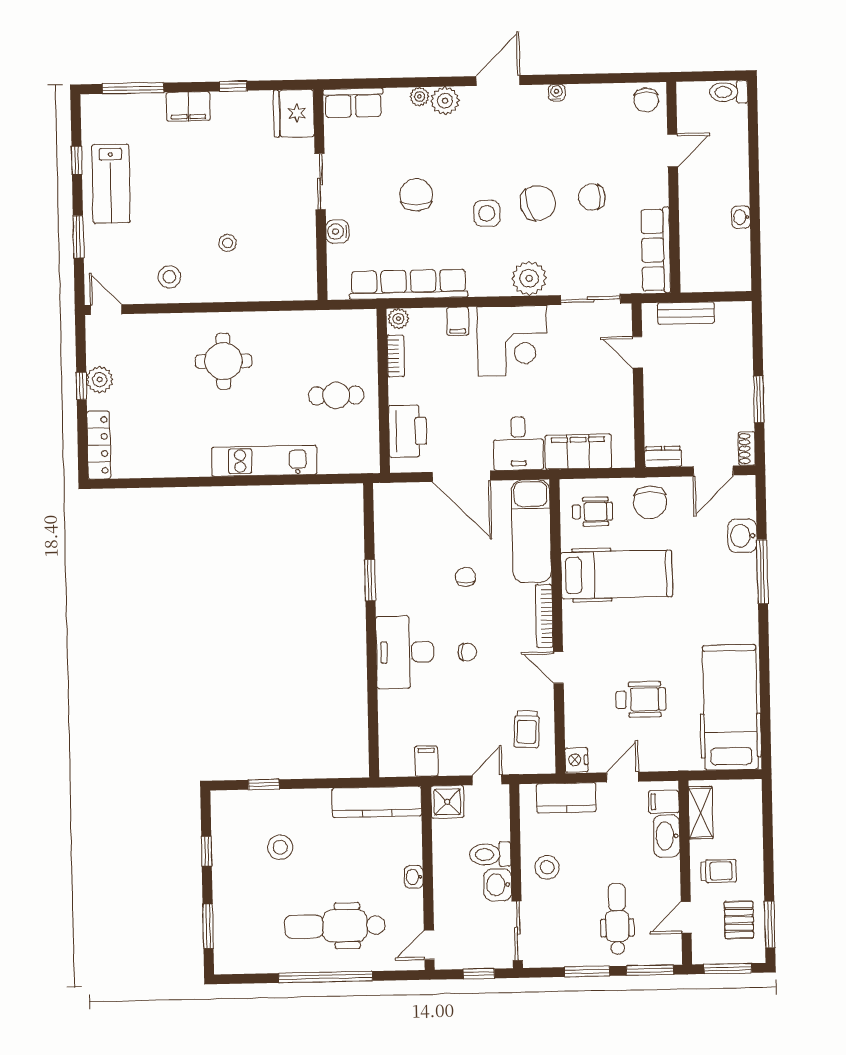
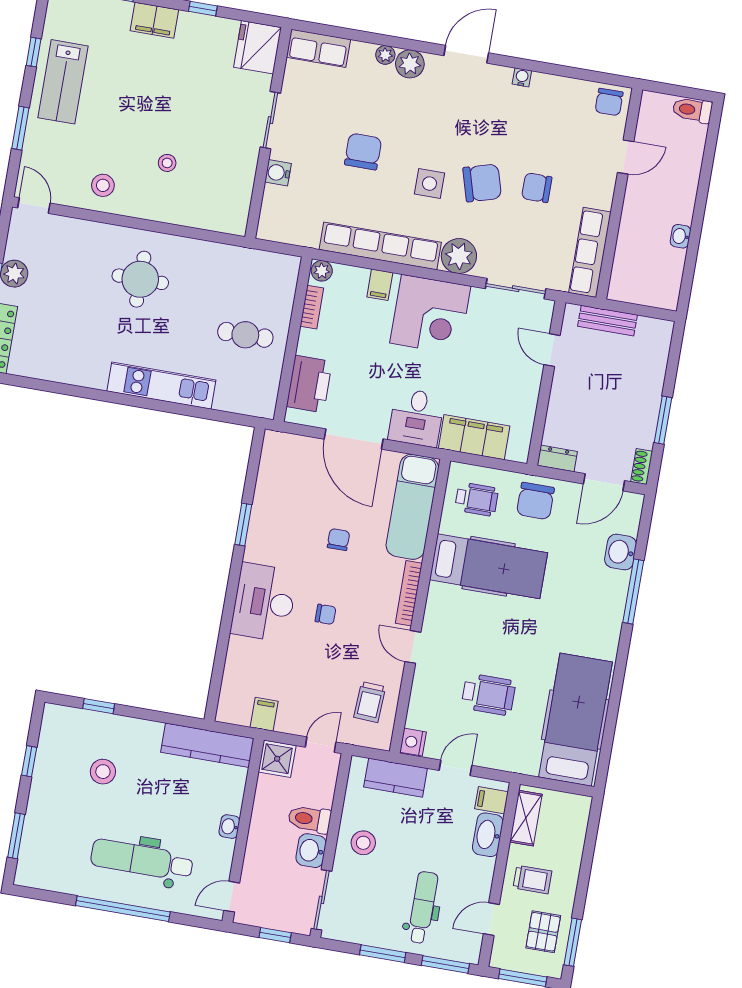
row of seats: (408, 284) -> (380, 246), moved

